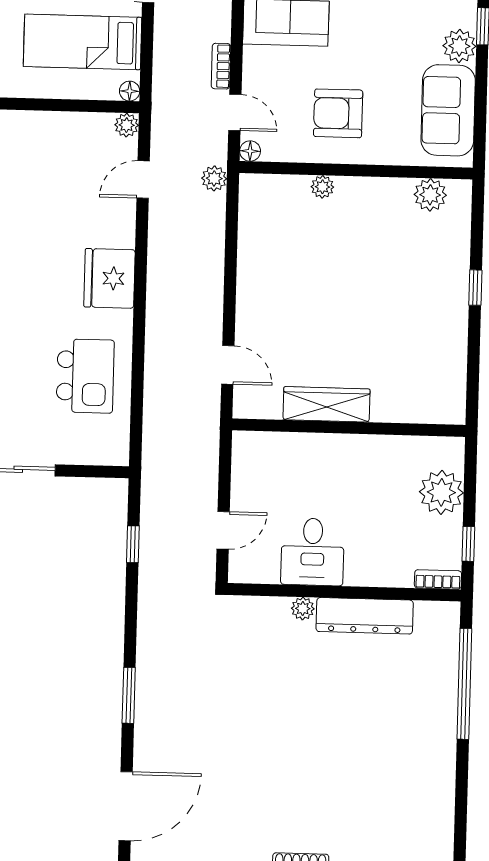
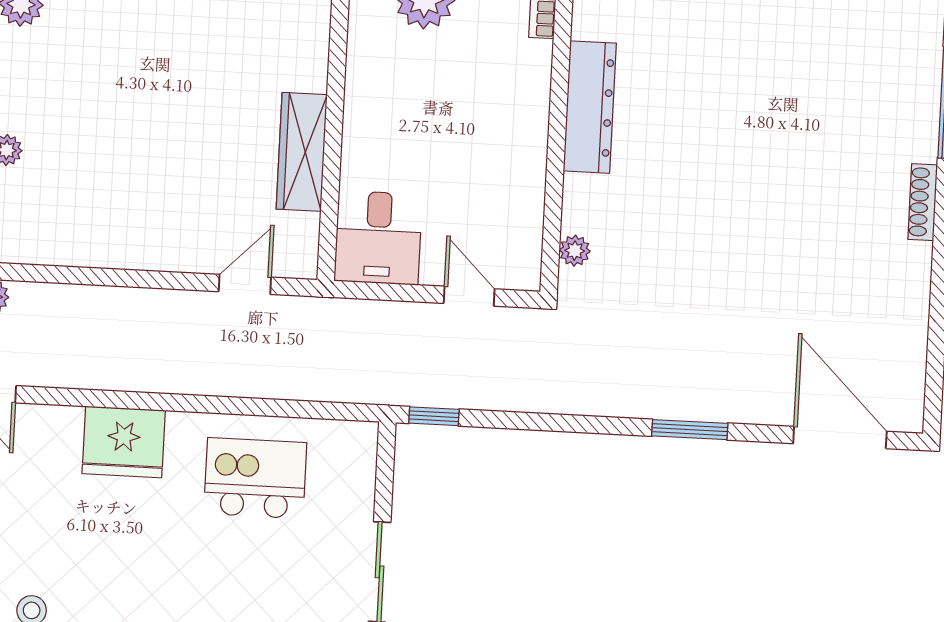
window: (133, 544) -> (434, 416), moved
desk: (313, 552) -> (378, 238), moved, turned 90
plant: (303, 609) -> (575, 251), moved

